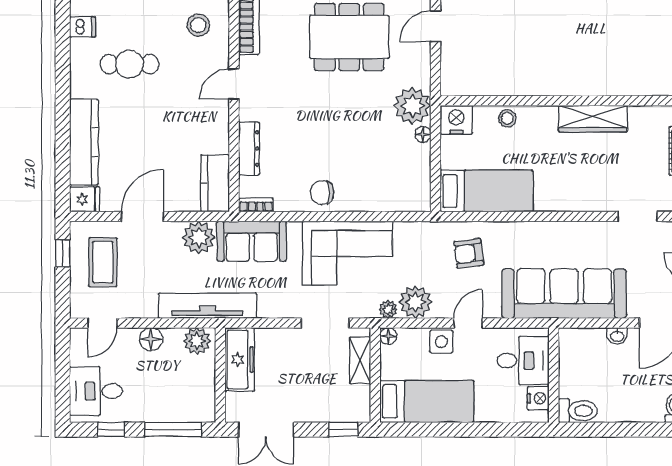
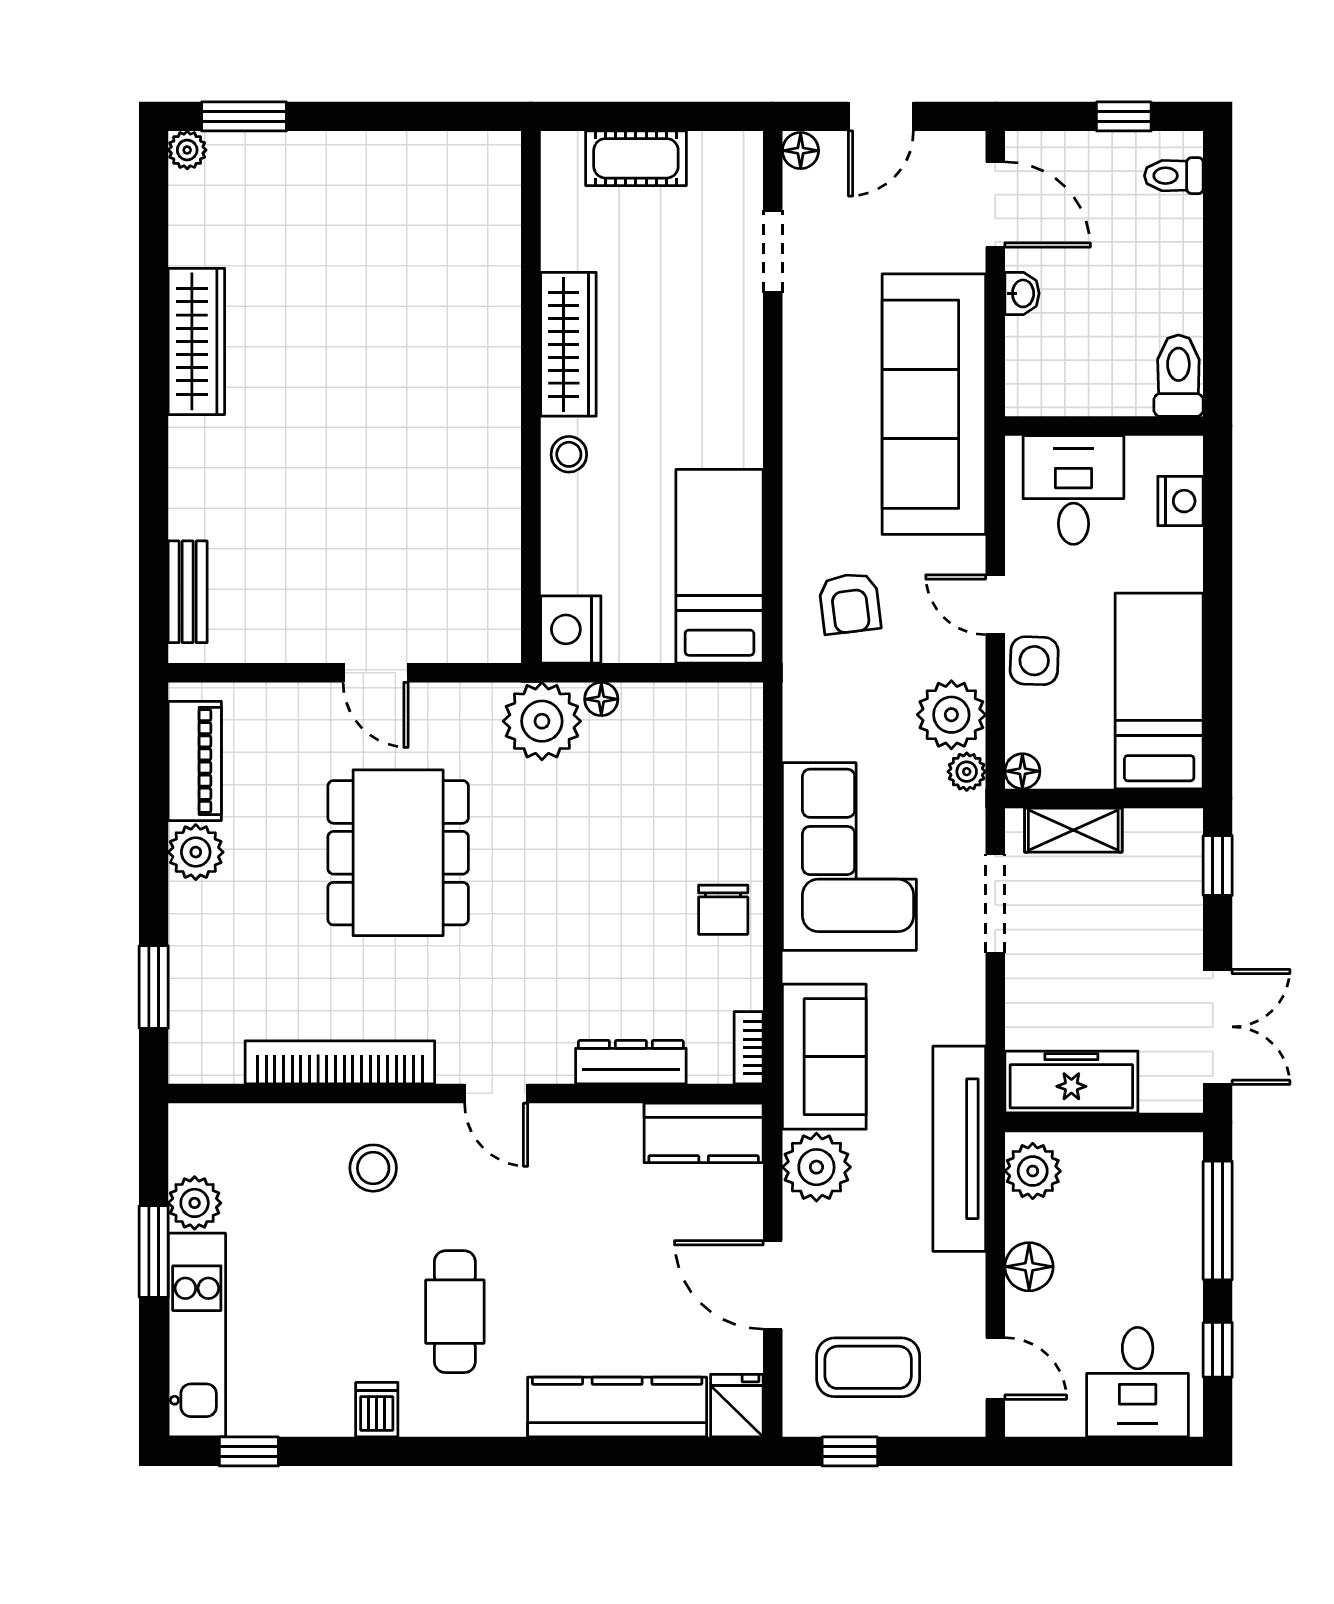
stool: (507, 118) -> (569, 454), moved
nightstand: (538, 398) -> (1181, 501), moved, turned 90

